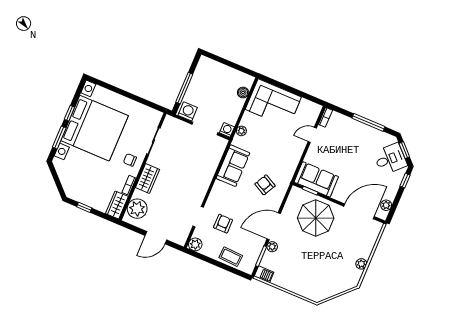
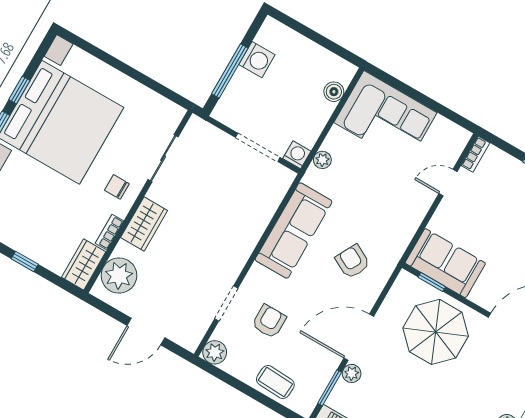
washing machine: (188, 111) -> (257, 60), moved, turned 90
sofa: (233, 166) -> (294, 231), width x1.36

